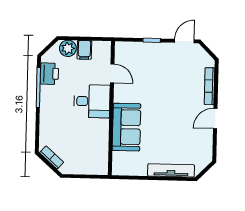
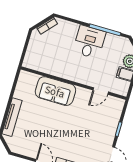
printer: (49, 74) -> (114, 41), removed
desk: (92, 101) -> (89, 42), moved, turned 180

